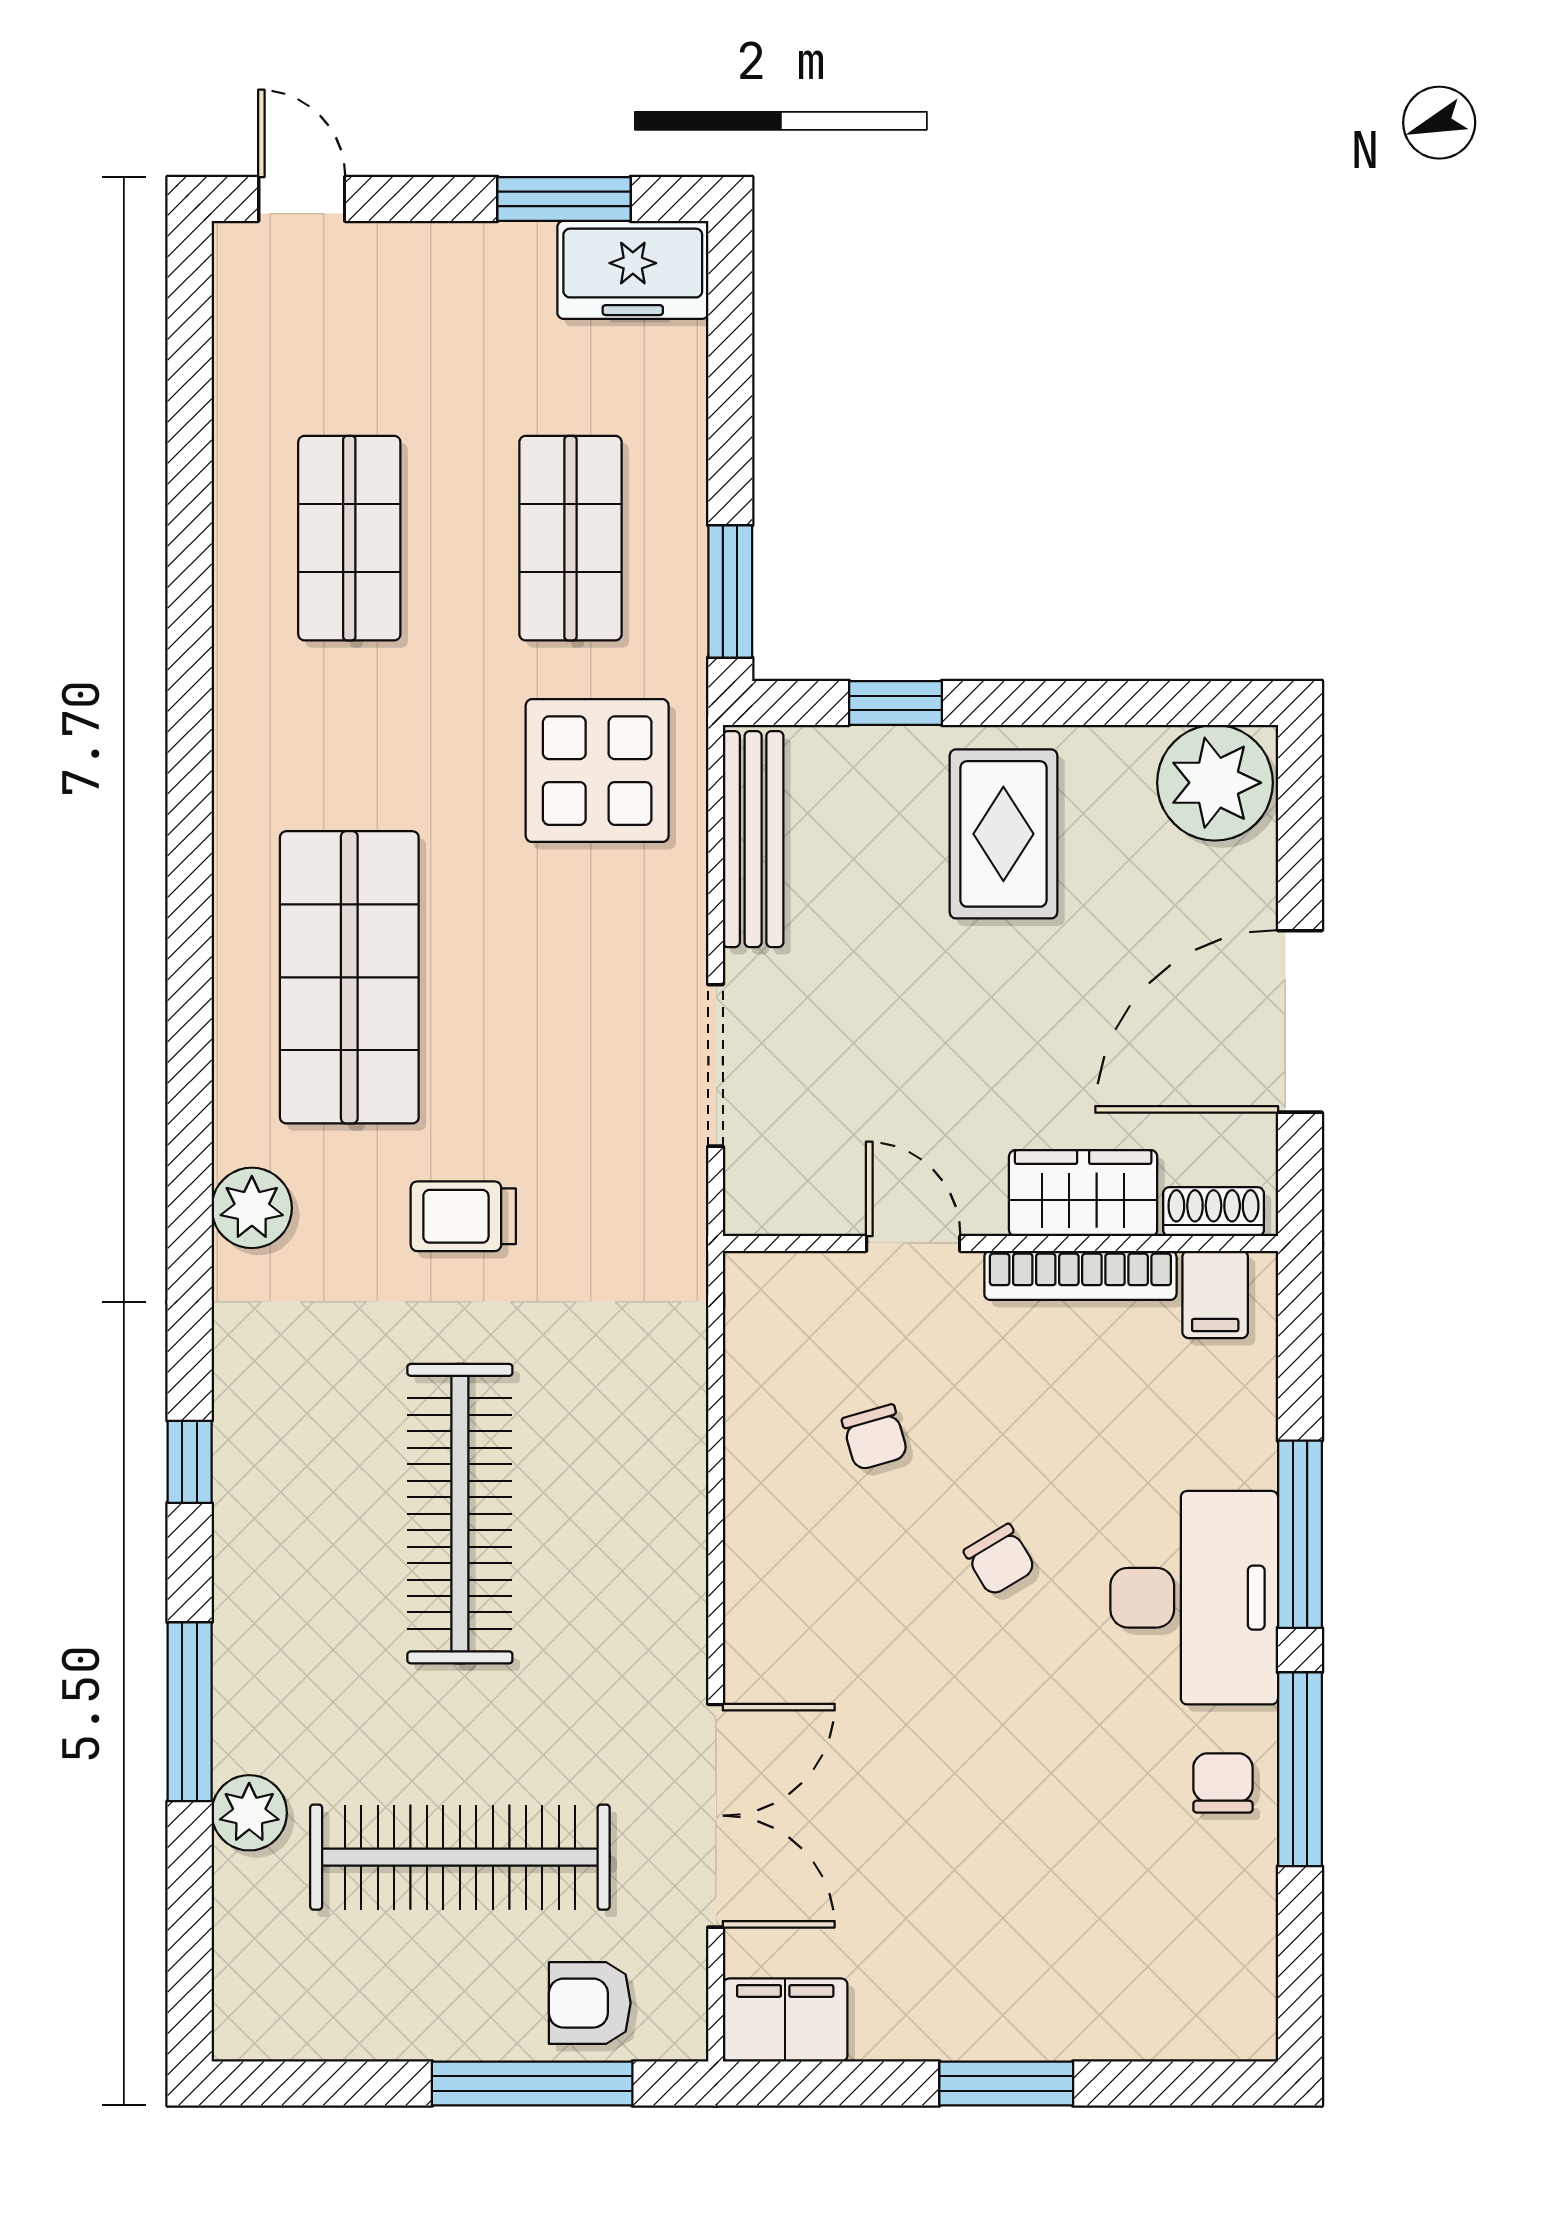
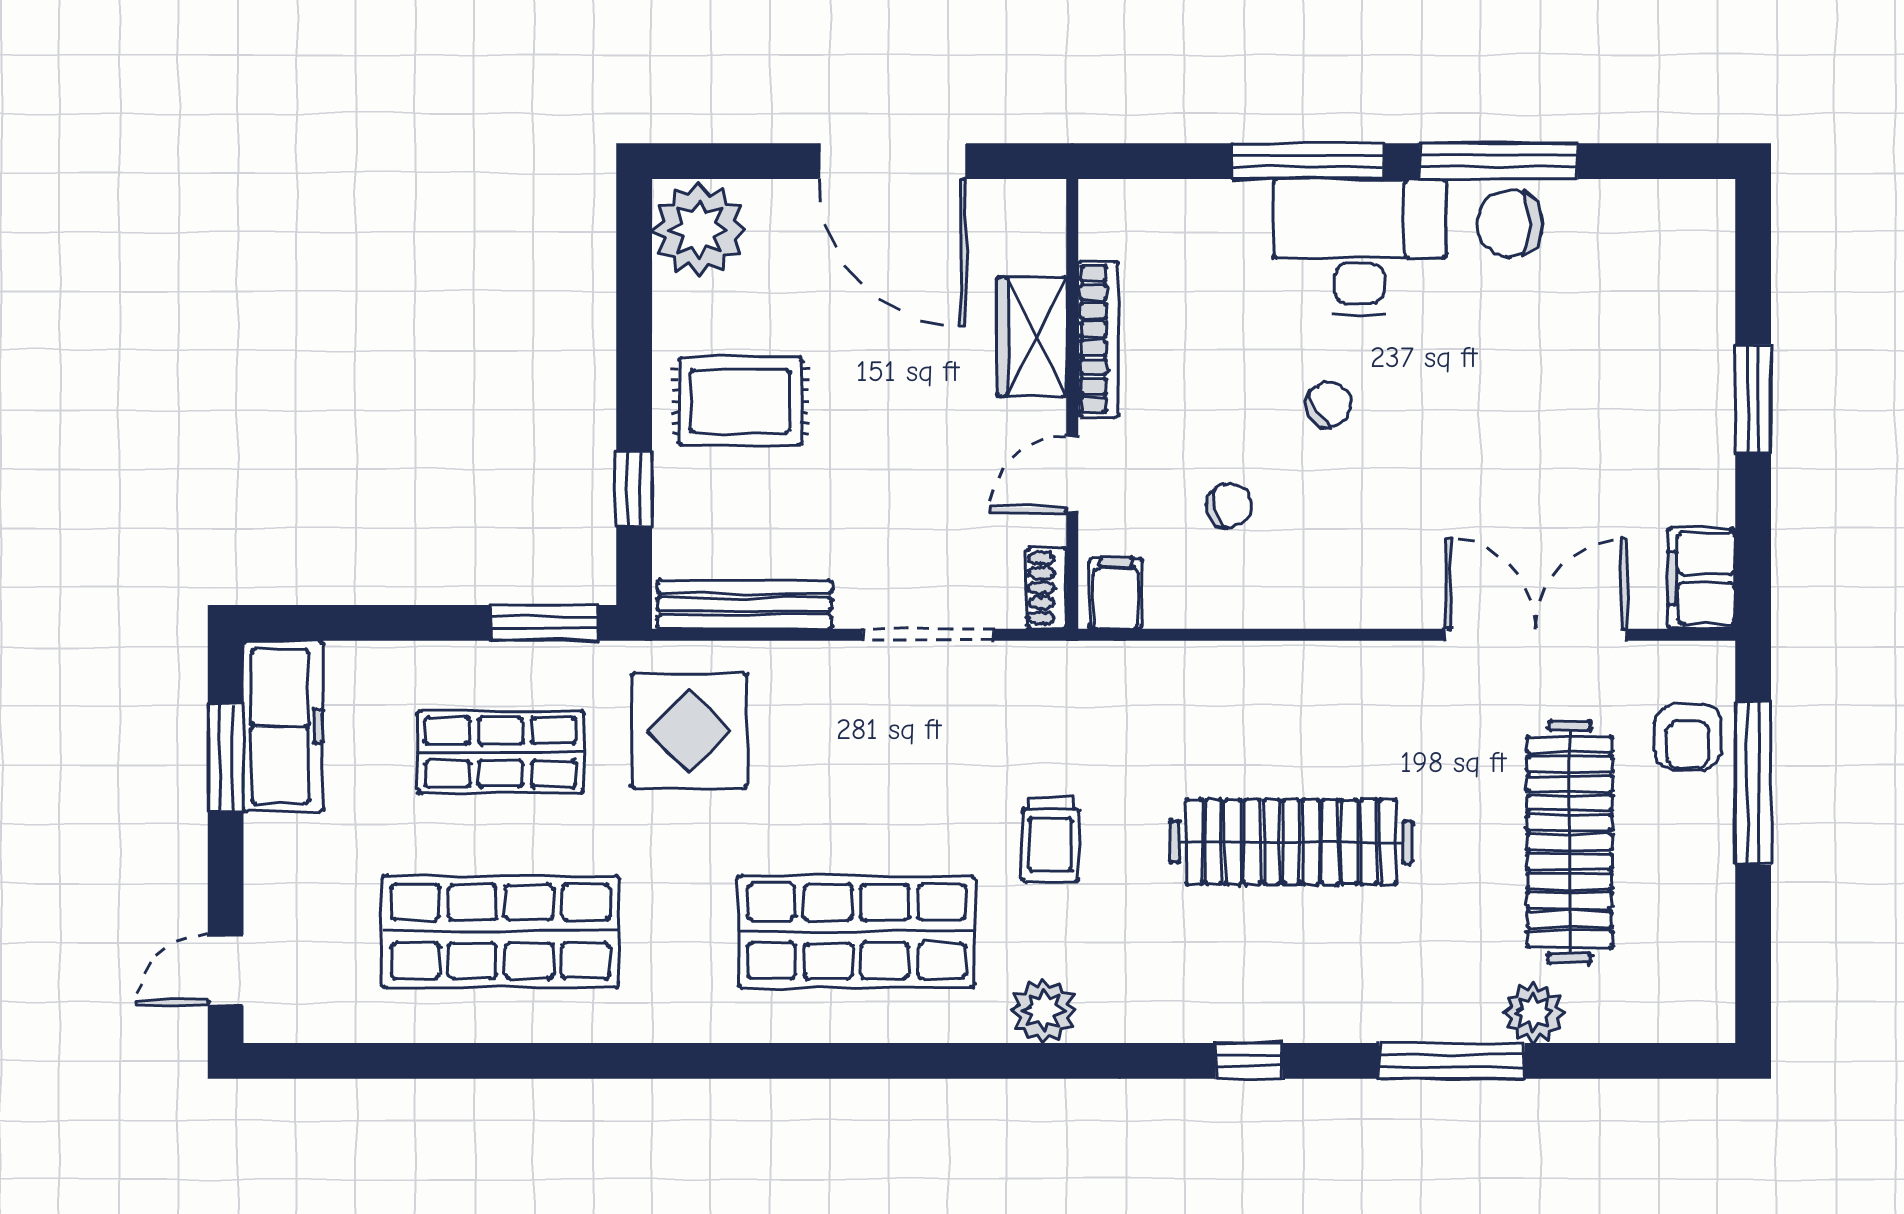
freezer: (633, 270) -> (283, 726), width x1.40
shop shelf: (349, 538) -> (501, 932), width x1.43, depth x1.36
shoe rack: (1214, 1212) -> (1046, 588), moved
filing cabinet: (1215, 1294) -> (1116, 593), moved, turned -90
chair: (1223, 1783) -> (1509, 224), width x1.37, depth x1.37

